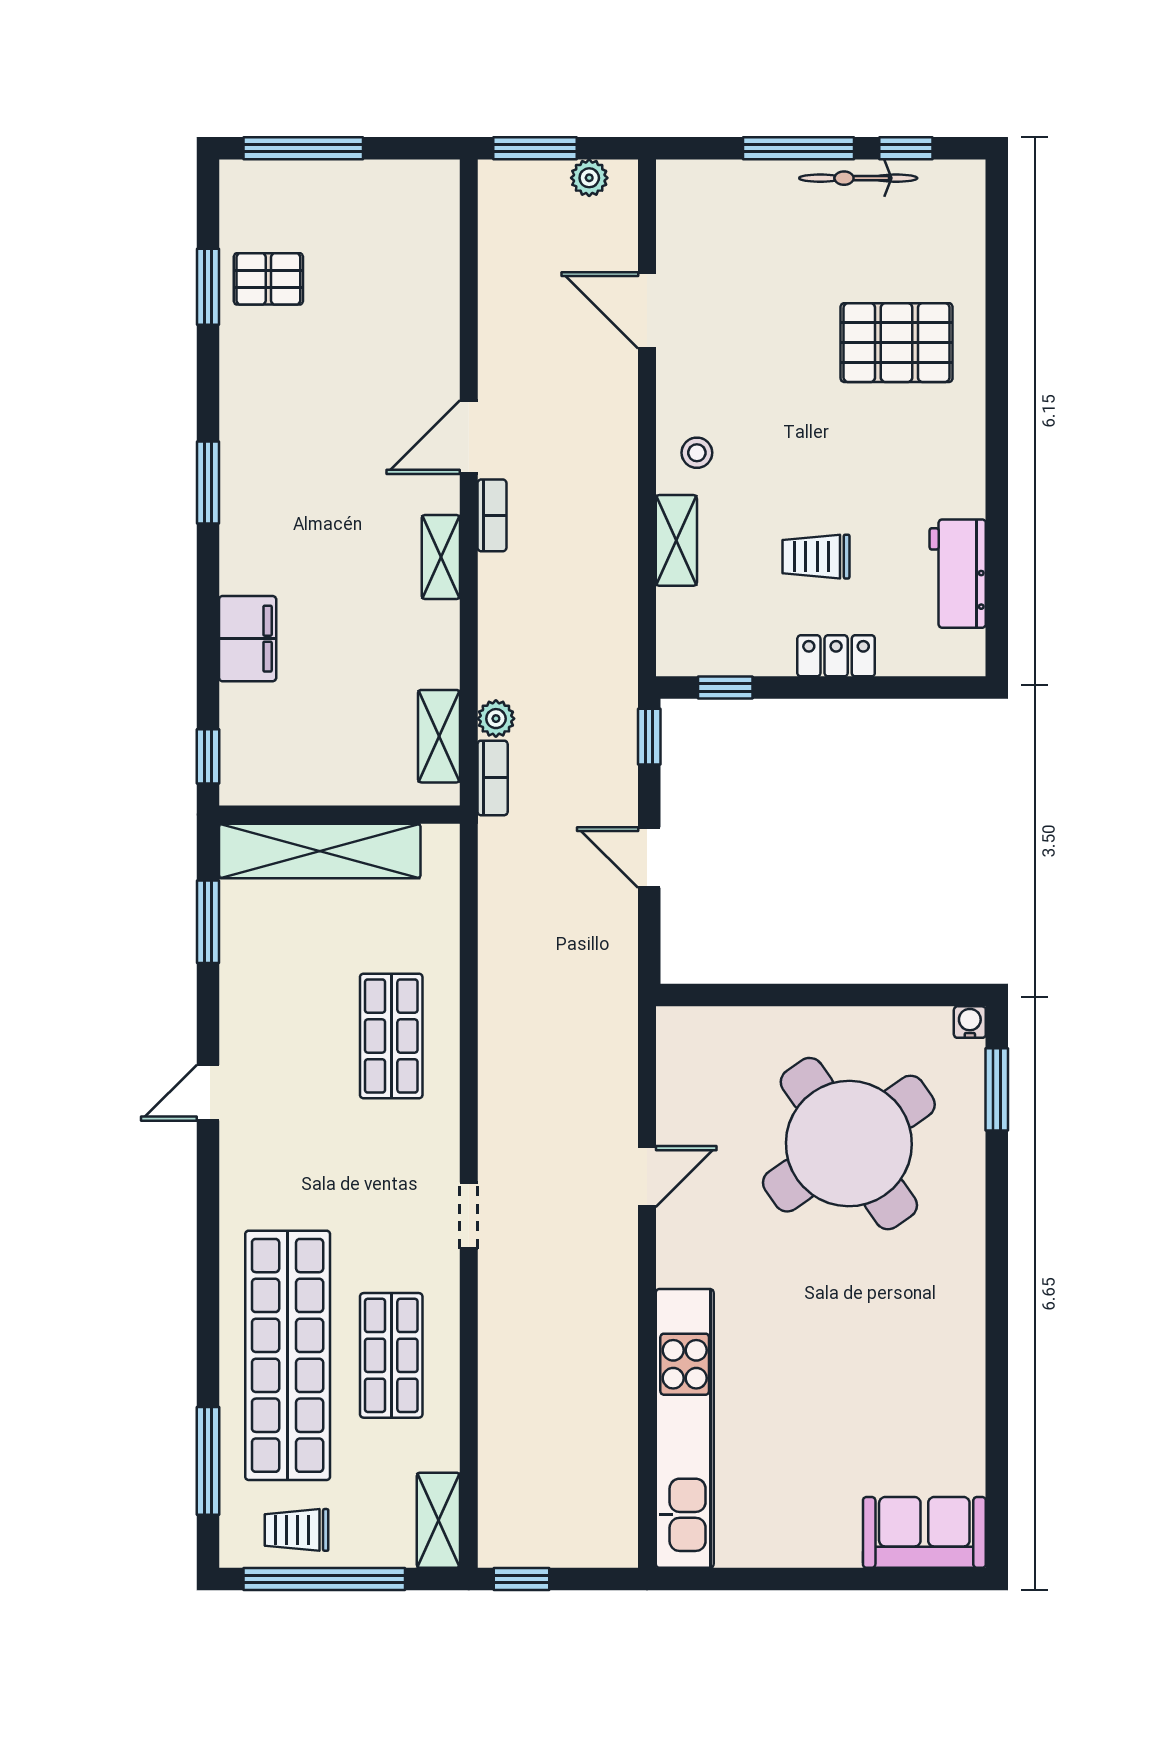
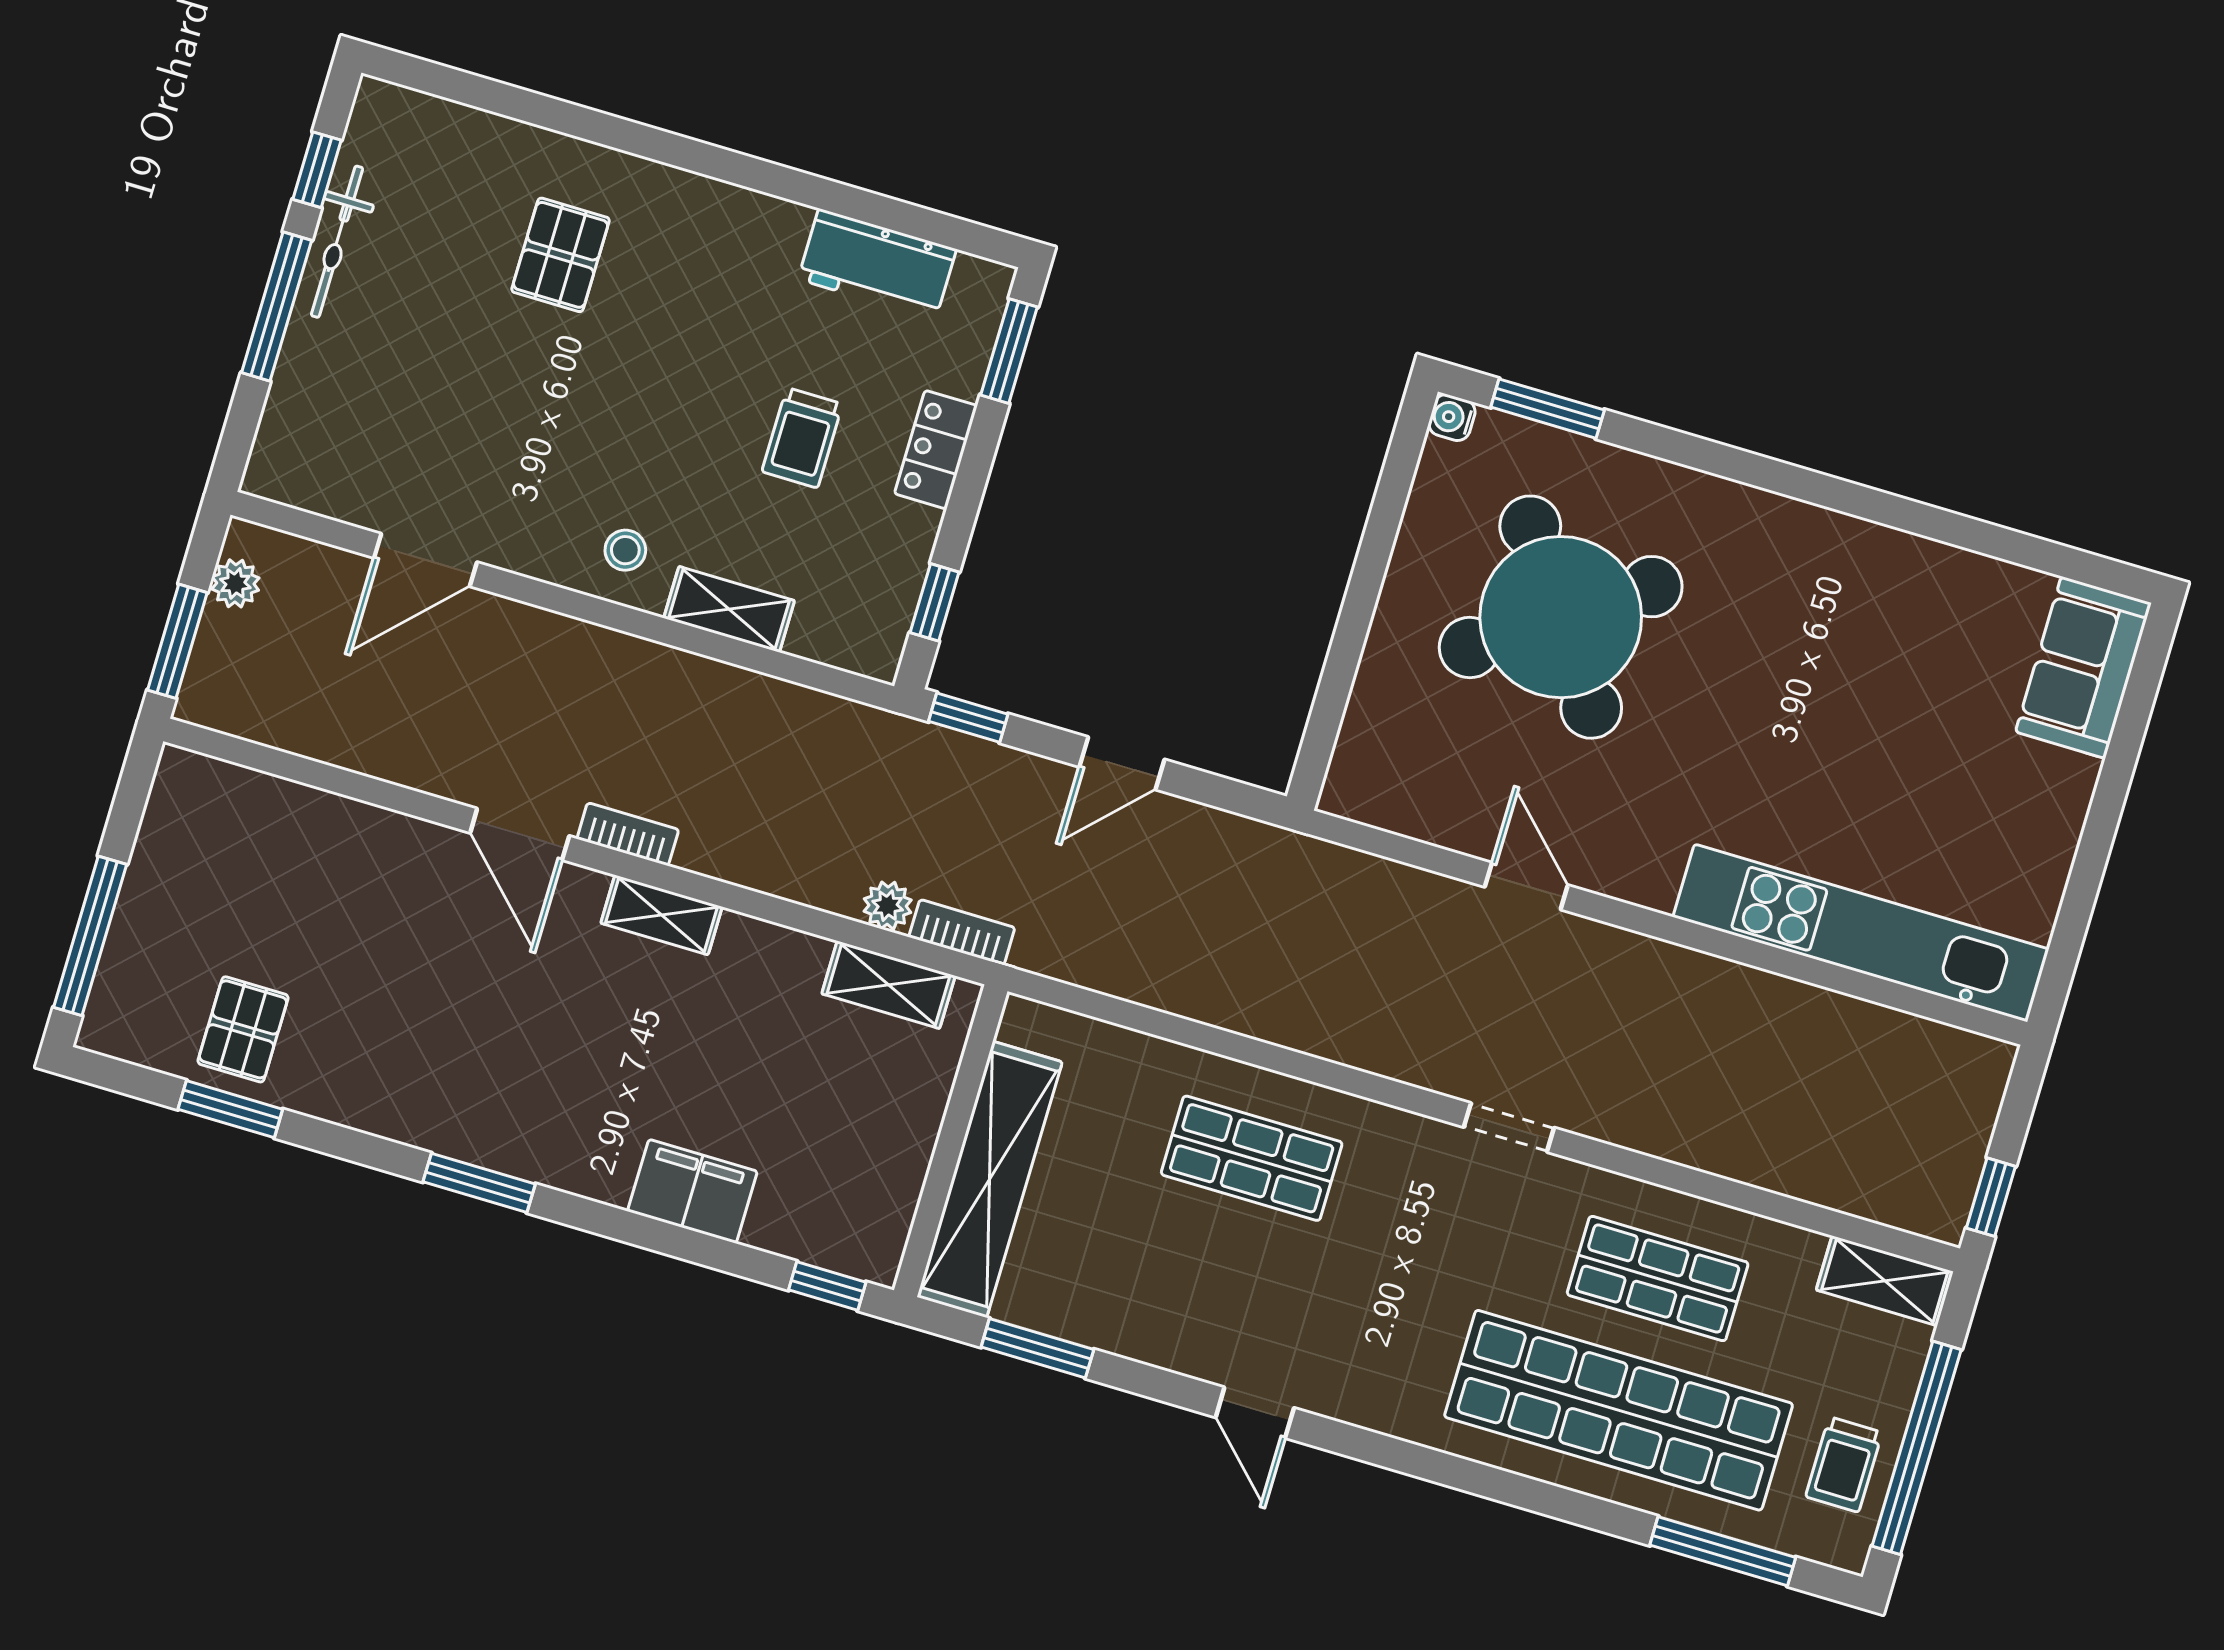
pallet: (897, 343) -> (561, 255), width x0.67, depth x0.71
window: (923, 688) -> (1009, 351), added

